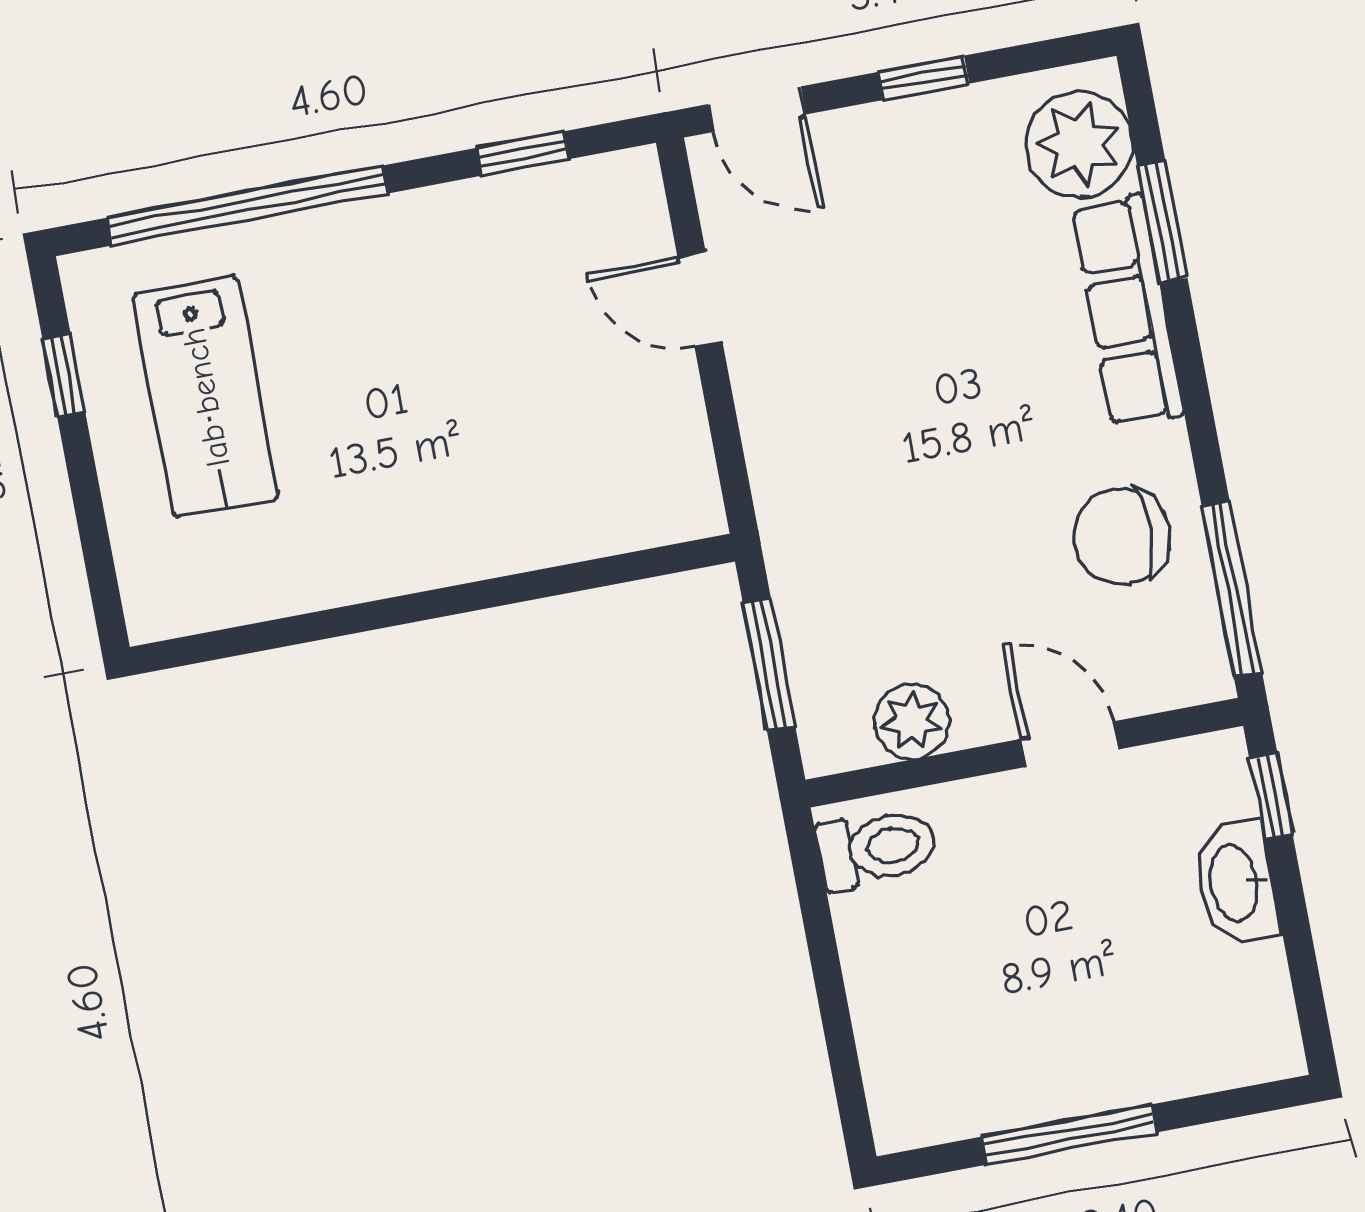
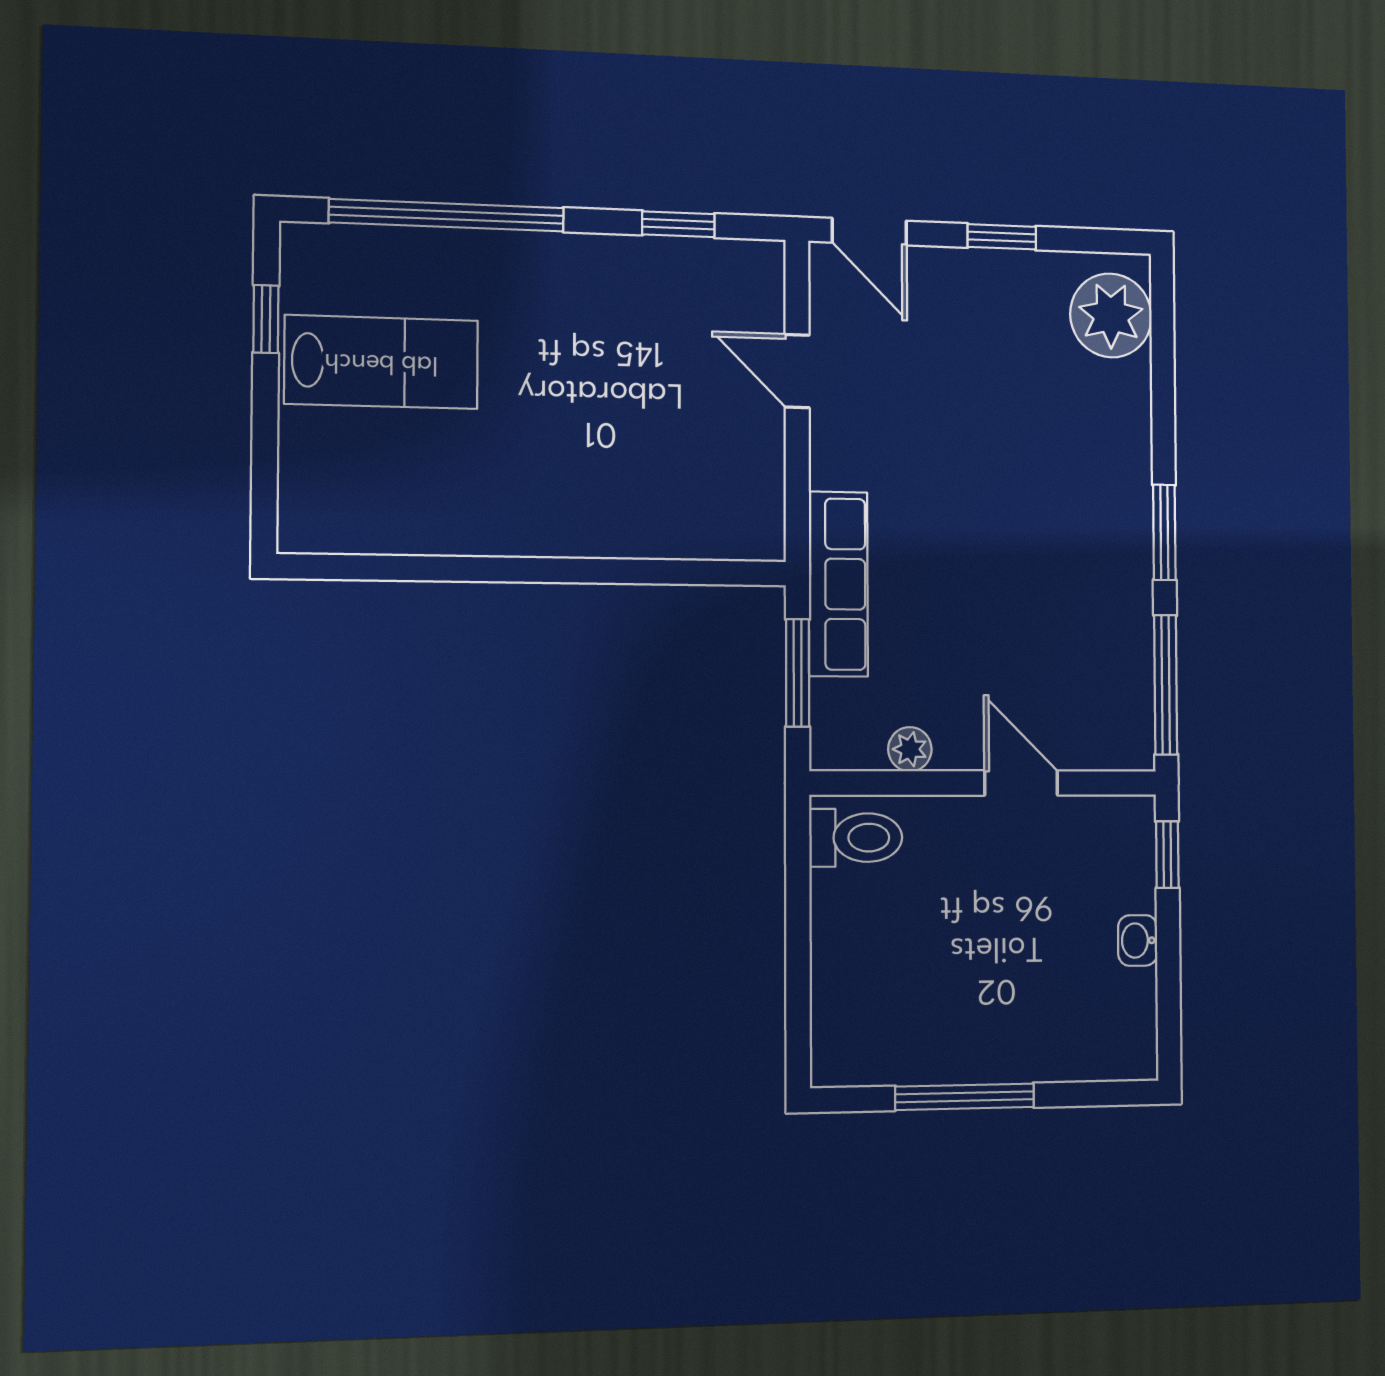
window: (1162, 222) -> (1164, 532), moved
row of seats: (1127, 311) -> (838, 584), moved, turned 180
lab bench: (206, 397) -> (381, 362), turned -90
chair: (1121, 536) -> (1089, 627), removed
plant: (912, 721) -> (910, 749), width x0.73, depth x0.73
washbasin: (1236, 883) -> (1138, 940), width x0.52, depth x0.69

